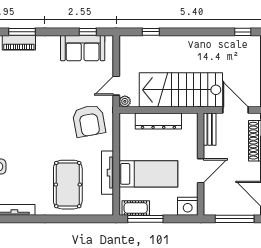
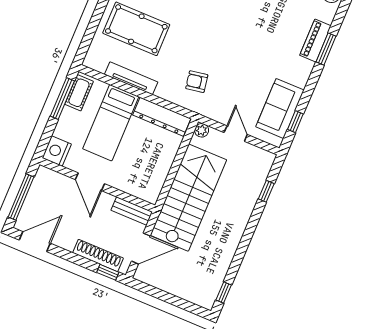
door: (116, 86) -> (236, 134), moved
armchair: (89, 121) -> (197, 82), width x0.53, depth x0.53
dresser: (158, 121) -> (162, 117), moved, turned -90

